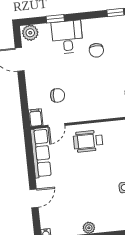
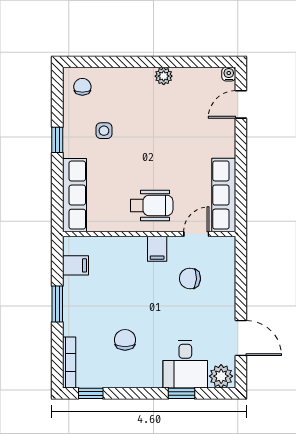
desk: (67, 37) -> (185, 364), moved
filing cabinet: (36, 118) -> (157, 249), moved
door: (34, 198) -> (241, 104), moved

